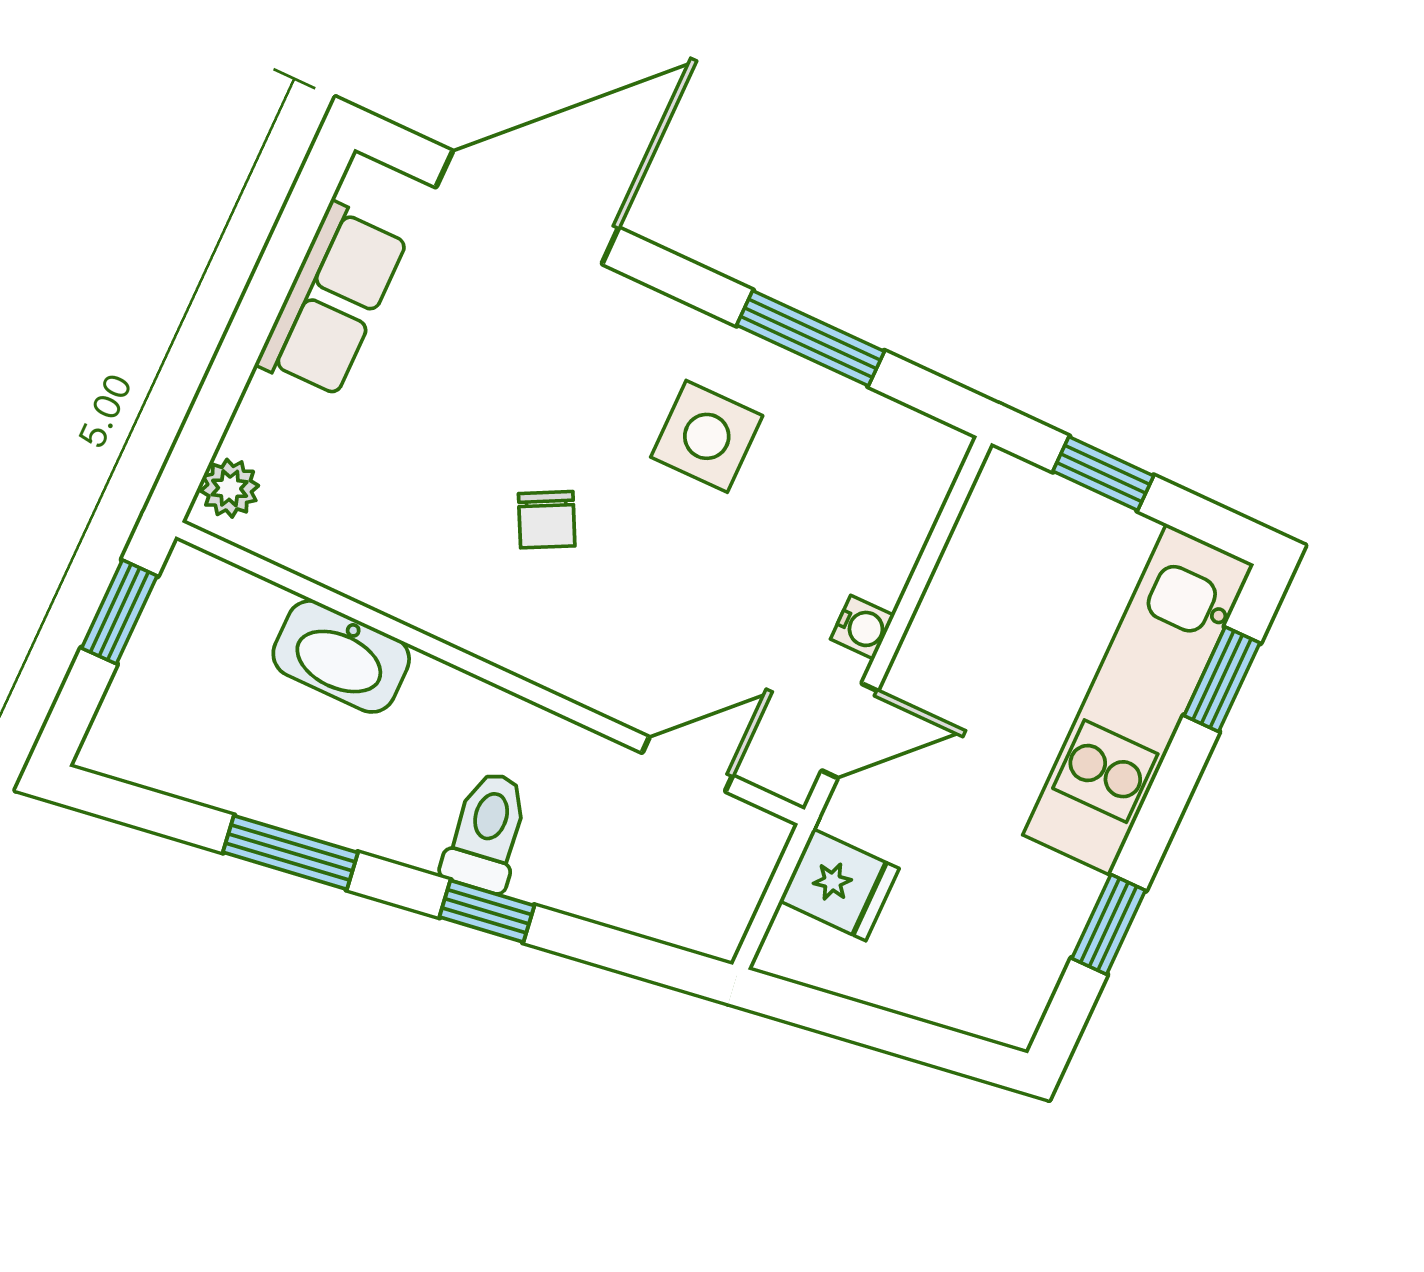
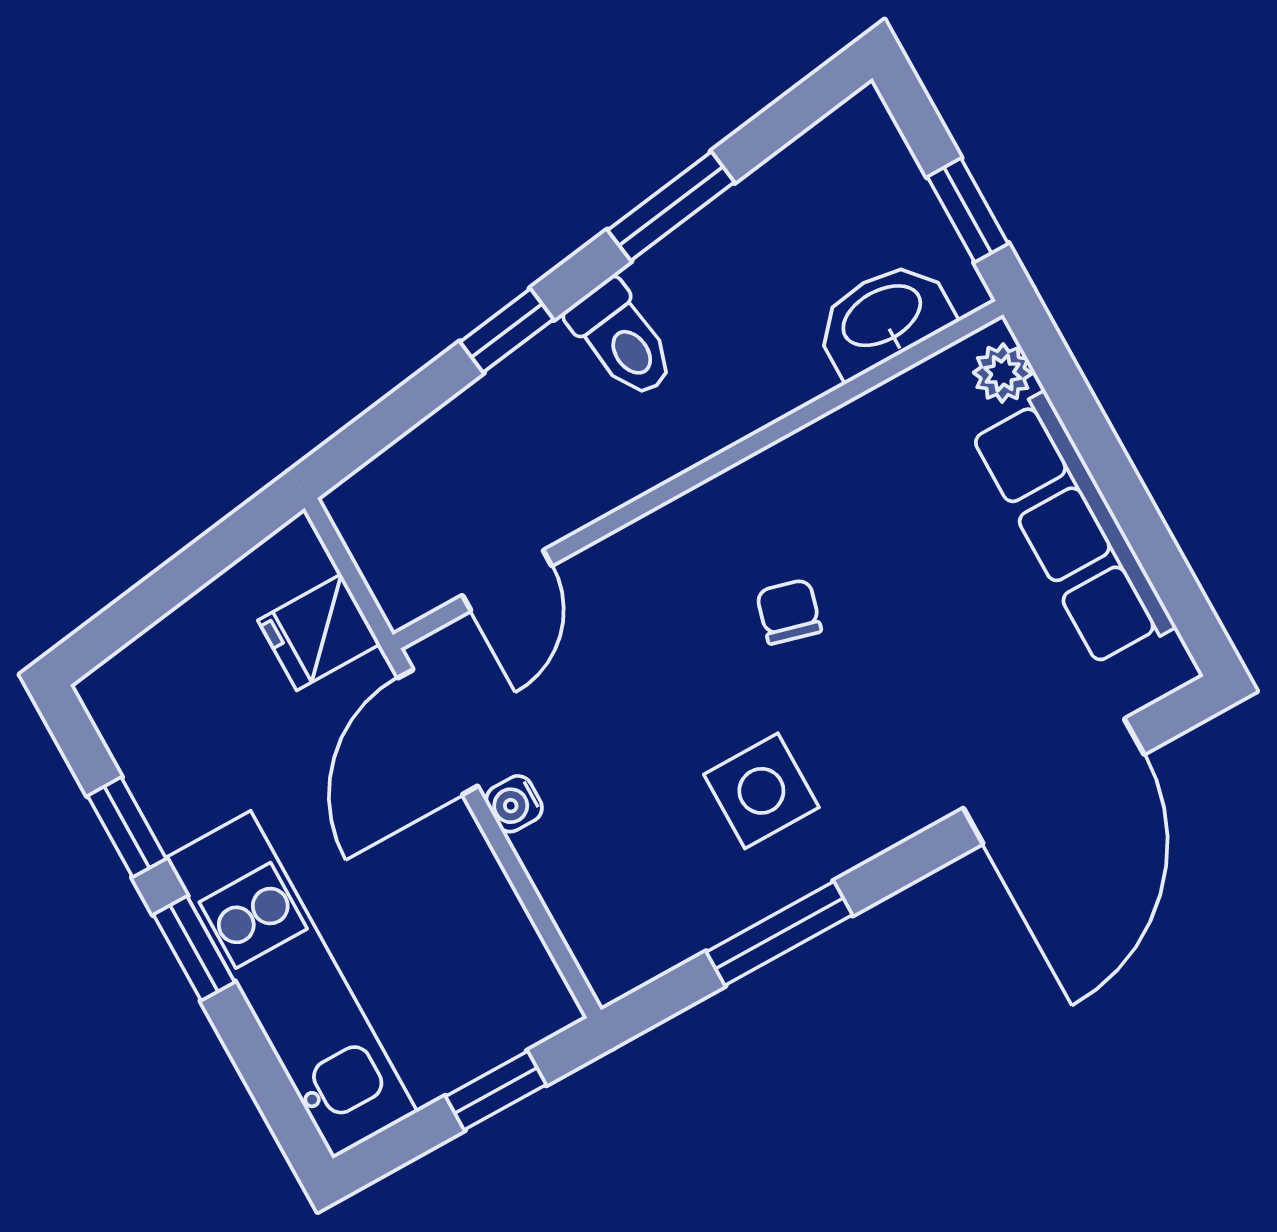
row of seats: (332, 300) -> (1073, 530), width x1.48
chair: (547, 520) -> (789, 612), turned 42
washbasin: (341, 656) -> (883, 318), moved
window: (1222, 679) -> (194, 948), moved
door: (850, 731) -> (438, 732), width x1.37
toilet: (486, 832) -> (622, 339), moved

